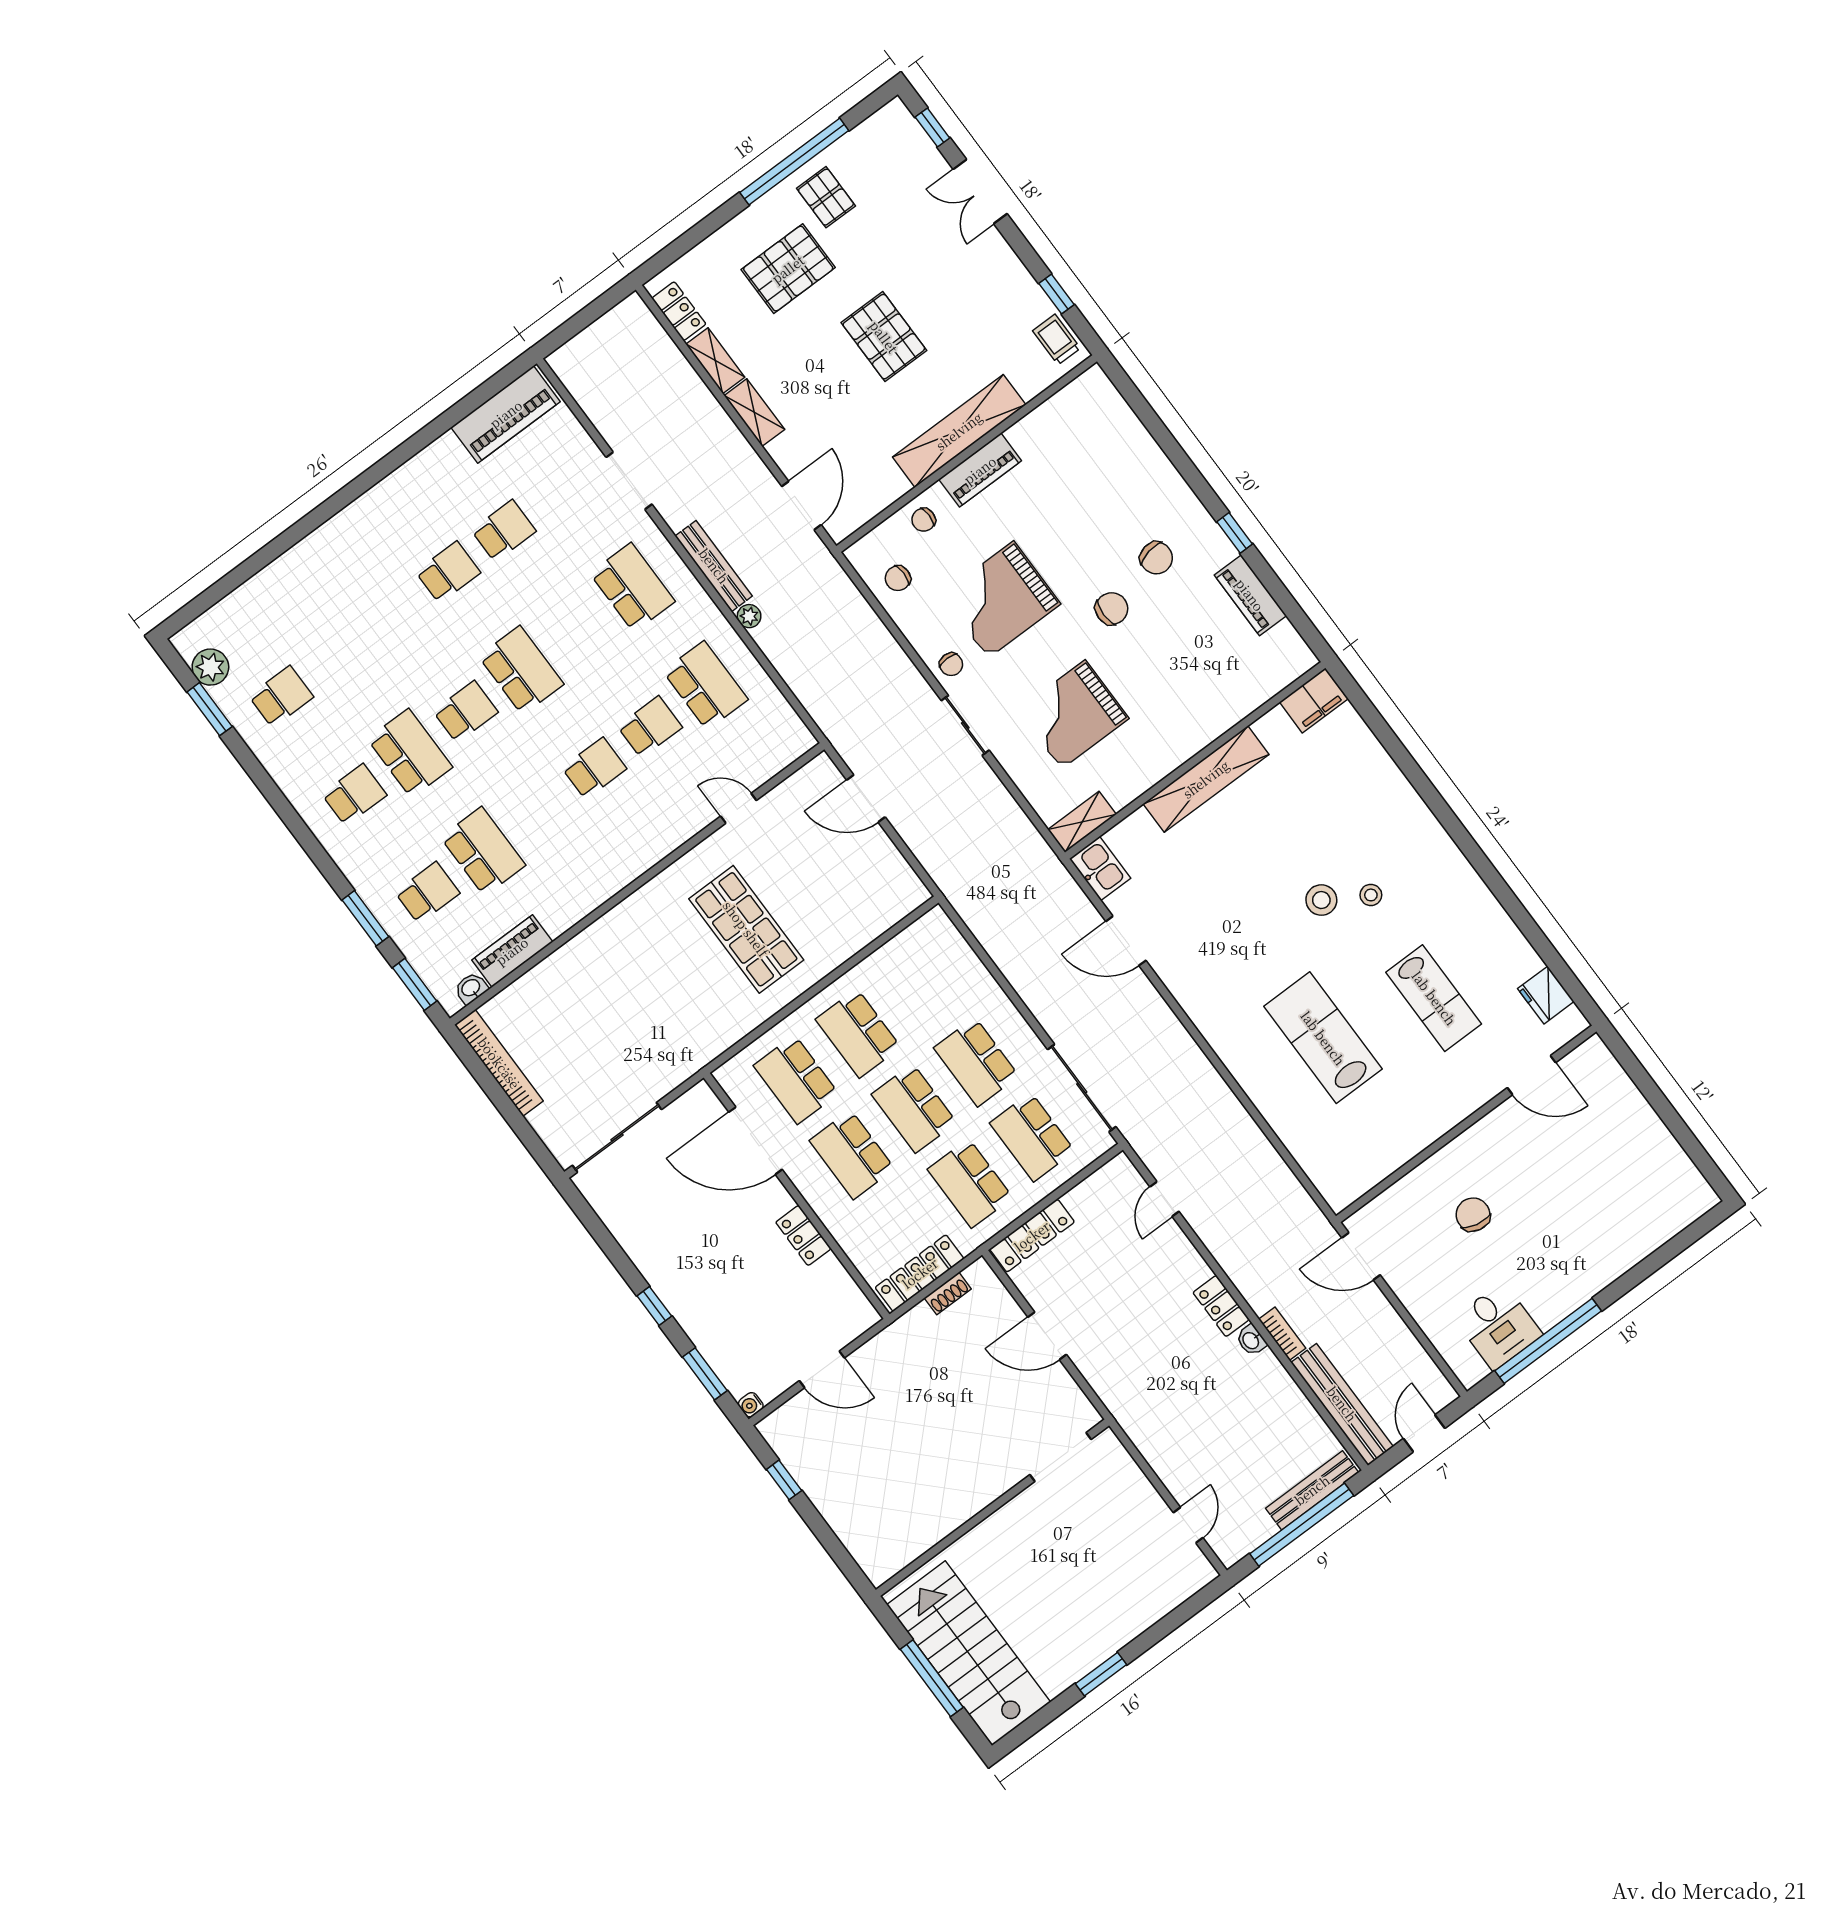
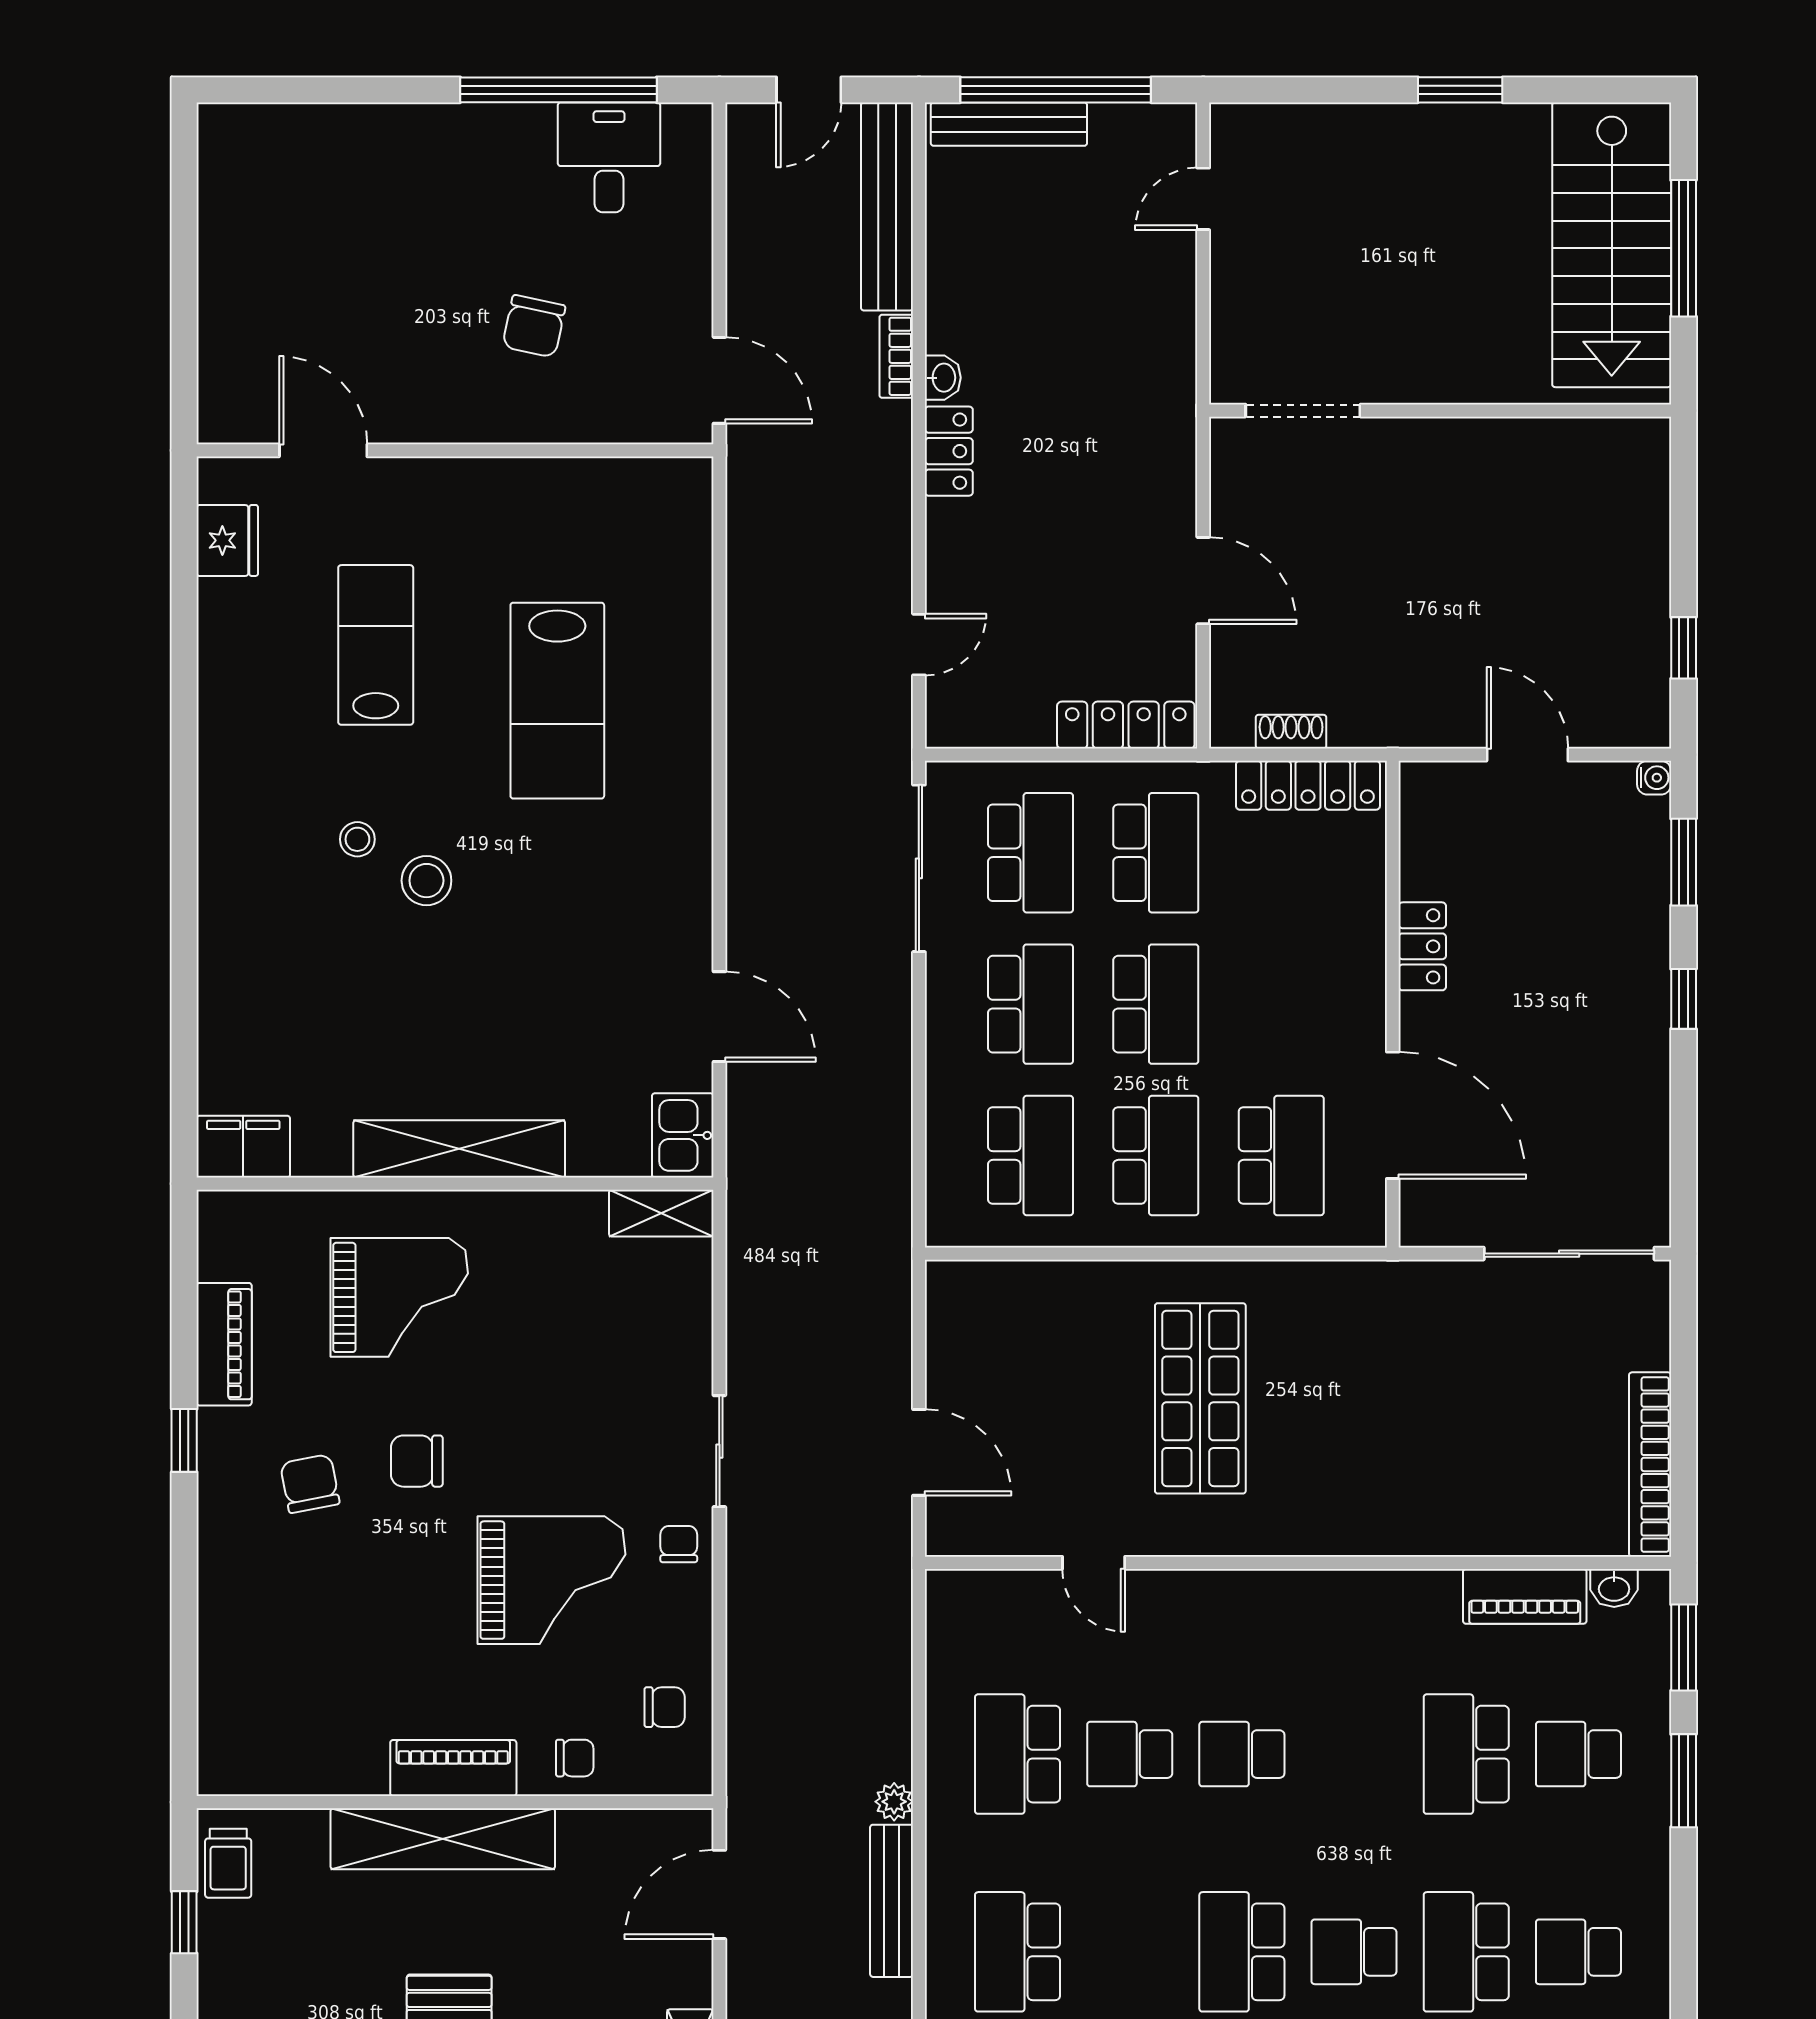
grand piano: (1073, 714) -> (399, 1297), moved
school desk: (852, 1155) -> (1030, 1156), moved

